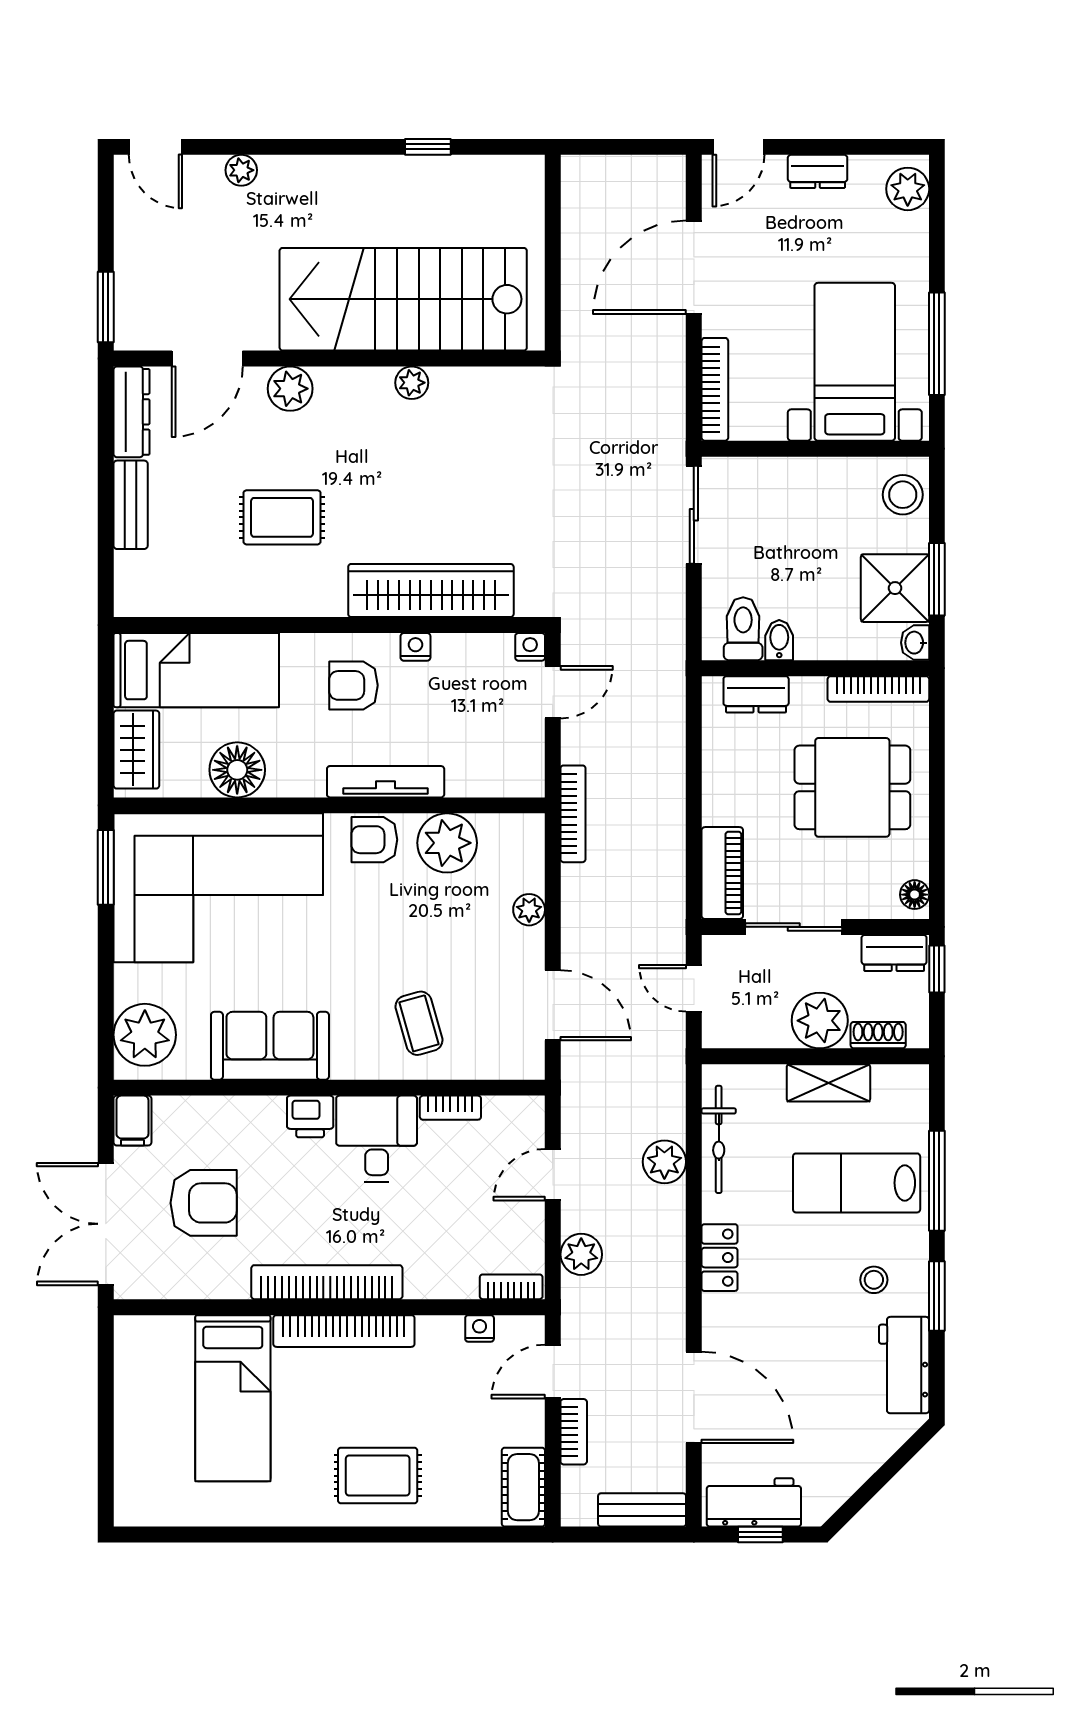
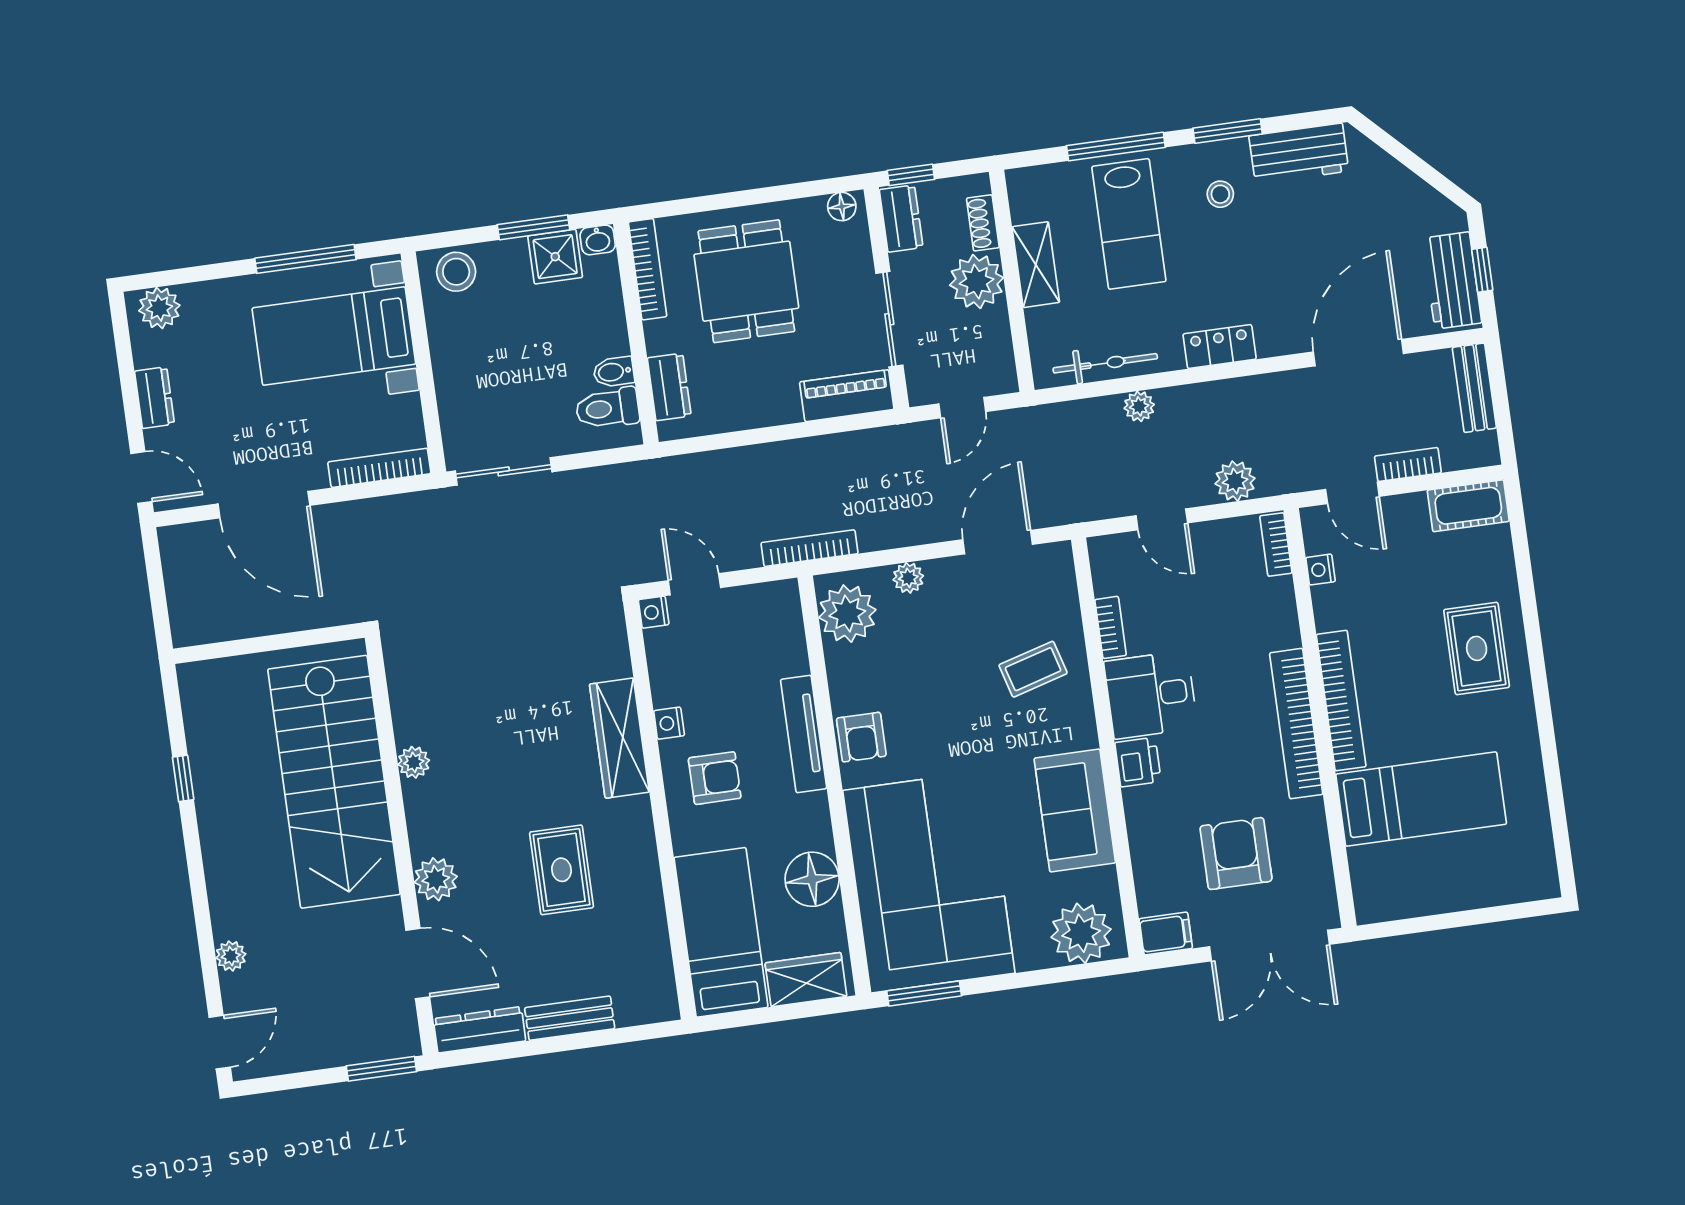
shower: (895, 588) -> (555, 257), width x0.73, depth x0.73
wardrobe: (431, 591) -> (619, 738), width x0.71, depth x0.85
armchair: (353, 685) -> (715, 778), turned -90
plant: (447, 843) -> (847, 614), moved
plant: (664, 1162) -> (1139, 406), width x0.73, depth x0.73

